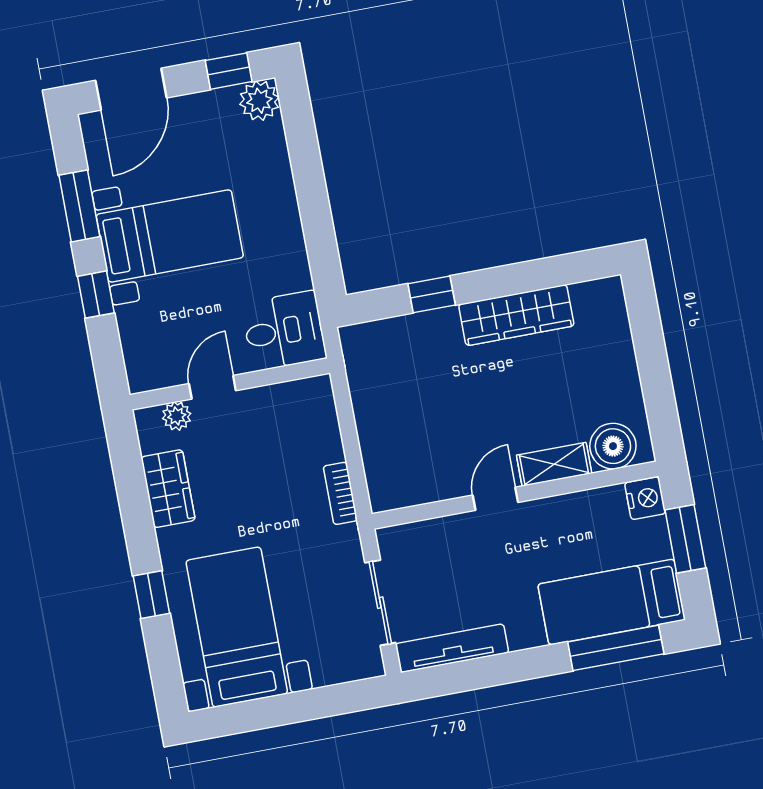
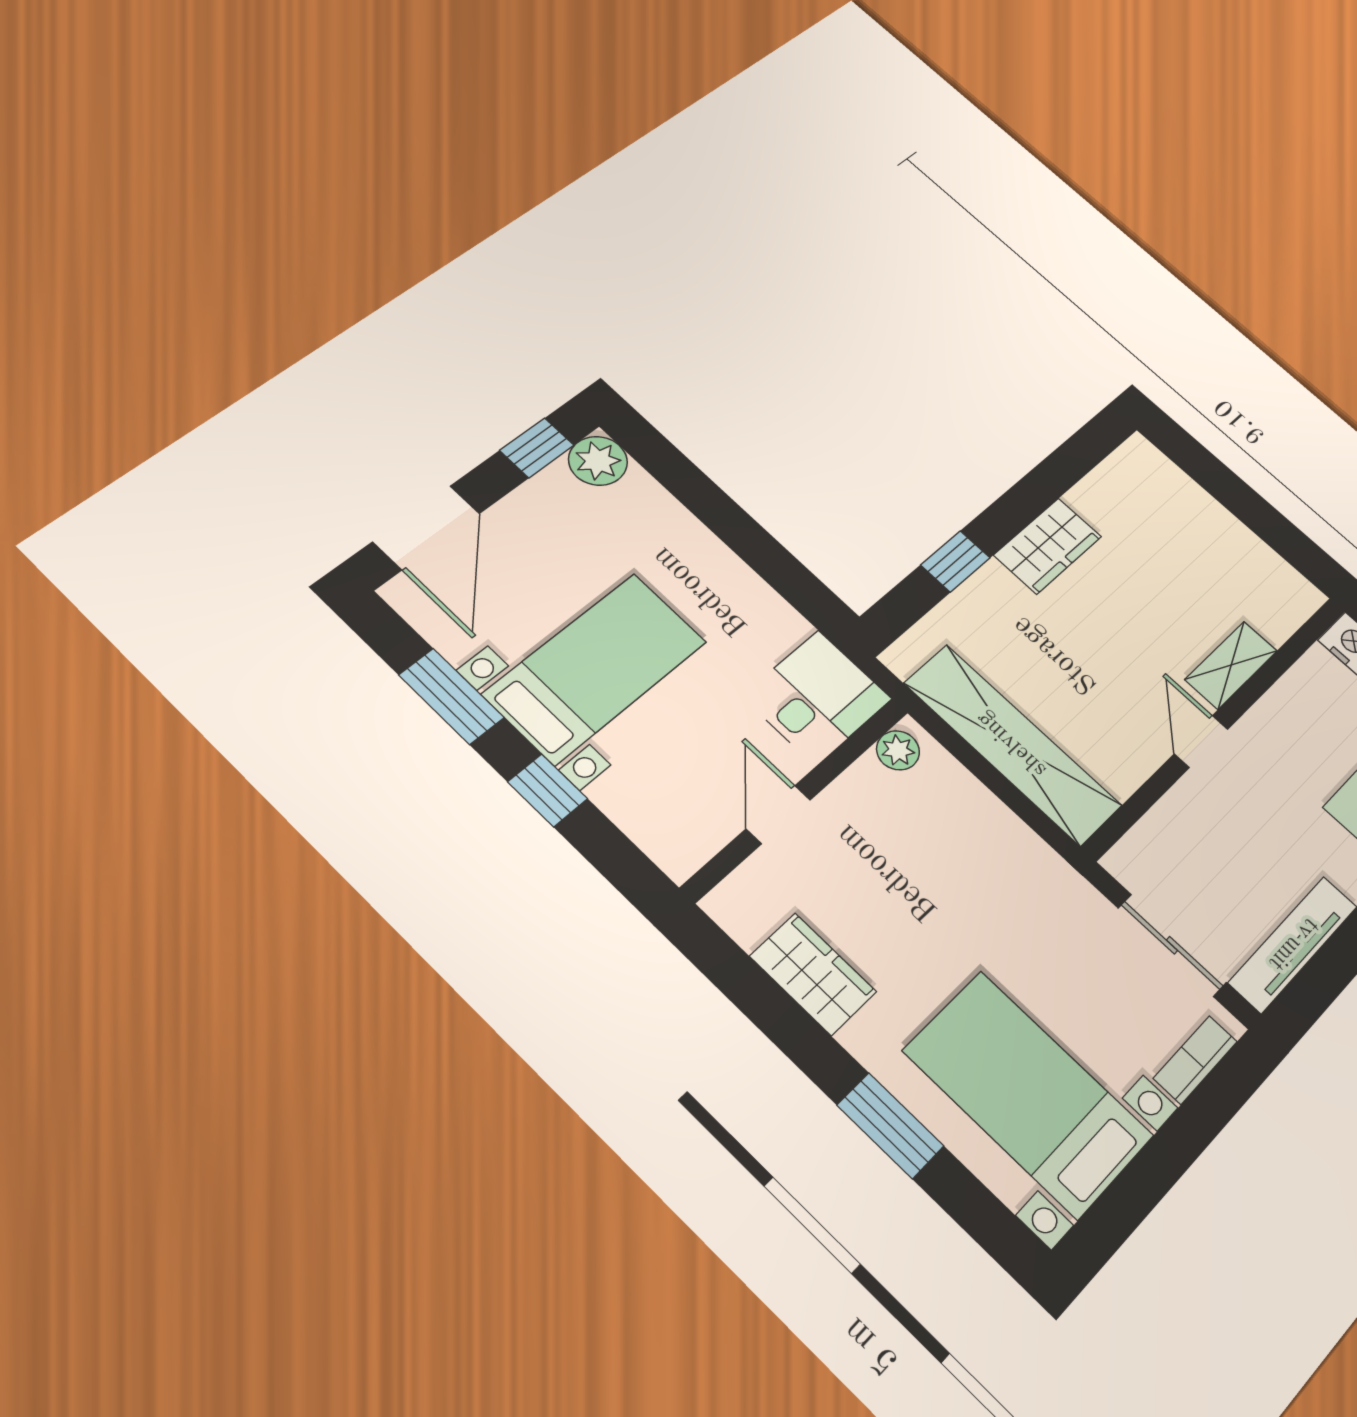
wardrobe: (516, 315) -> (1048, 546), width x0.67
plant: (177, 416) -> (898, 750), moved
shelving: (378, 429) -> (1012, 744), added
boiler: (613, 446) -> (1274, 609), removed
bookcase: (340, 493) -> (1195, 1060), moved, turned 90
window: (151, 595) -> (890, 1125), width x1.50

